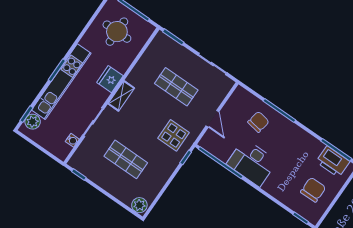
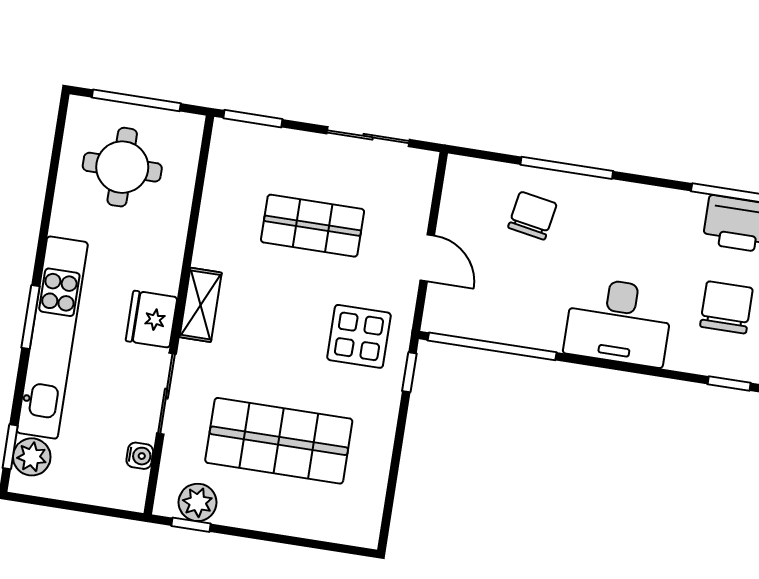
fridge: (110, 79) -> (151, 319), moved
shop shelf: (126, 159) -> (279, 441), width x1.43, depth x1.36
desk: (252, 163) -> (618, 322), moved
plant: (139, 205) -> (198, 502), moved

